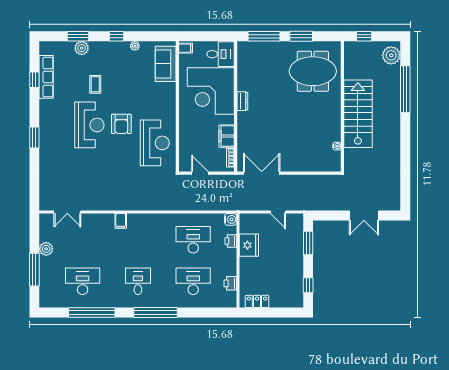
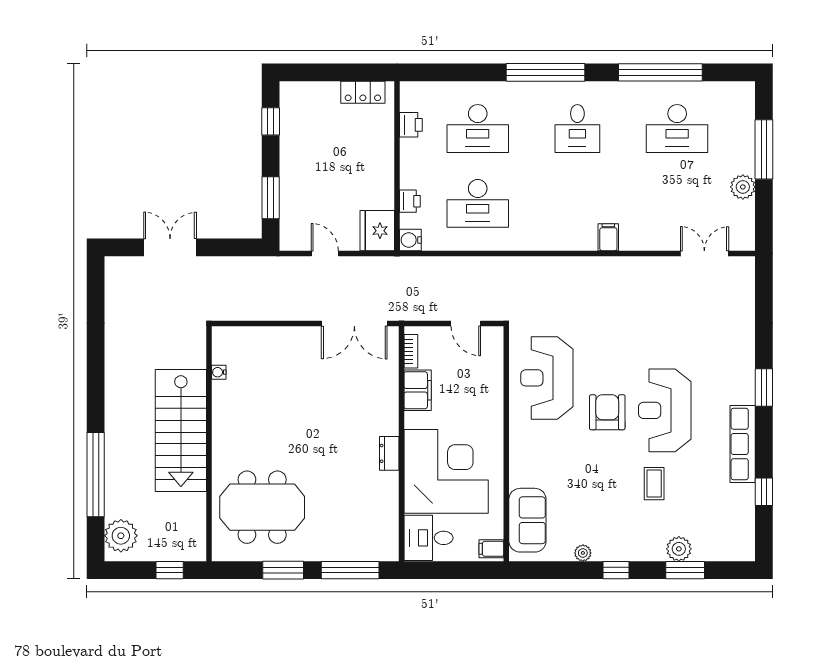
row of seats: (46, 77) -> (743, 444), moved
fridge: (249, 245) -> (377, 231), moved

